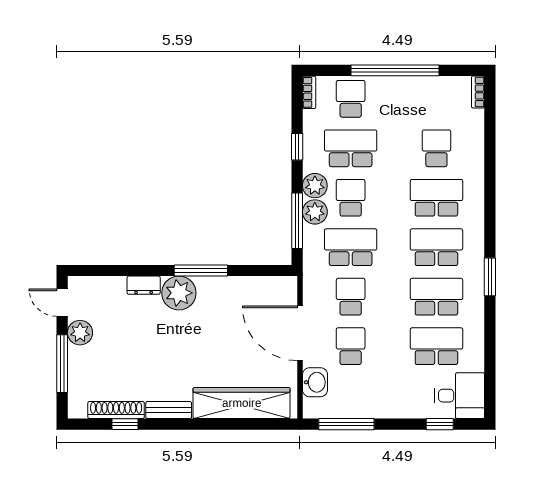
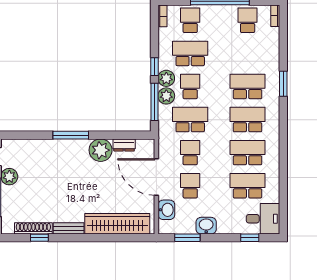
window: (297, 147) -> (154, 67), moved
school desk: (436, 148) -> (248, 20), moved
window: (201, 271) -> (71, 135), moved
window: (490, 277) -> (283, 84), moved
dresser: (144, 285) -> (124, 145), moved
plant: (179, 293) -> (101, 150), moved
washbasin: (375, 406) -> (206, 226), added
window: (346, 424) -> (187, 238), width x0.69

